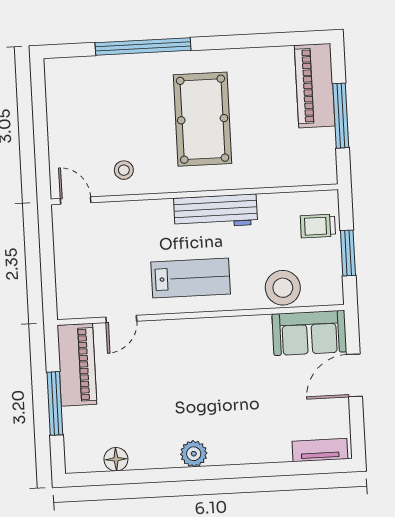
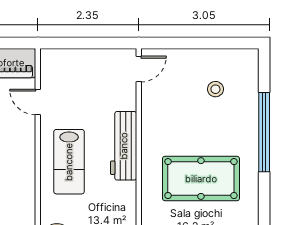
stool: (124, 170) -> (215, 89), moved
workbench: (216, 211) -> (124, 146), moved

